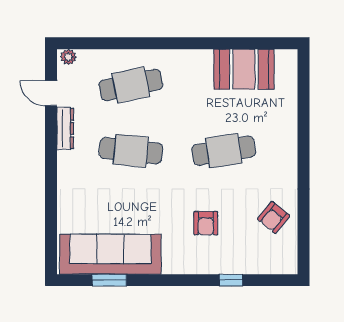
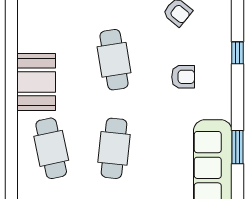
booth: (244, 69) -> (36, 82), moved
window: (109, 280) -> (237, 147), moved

